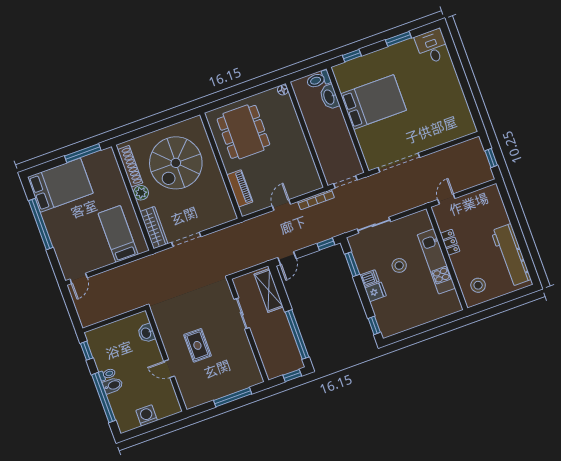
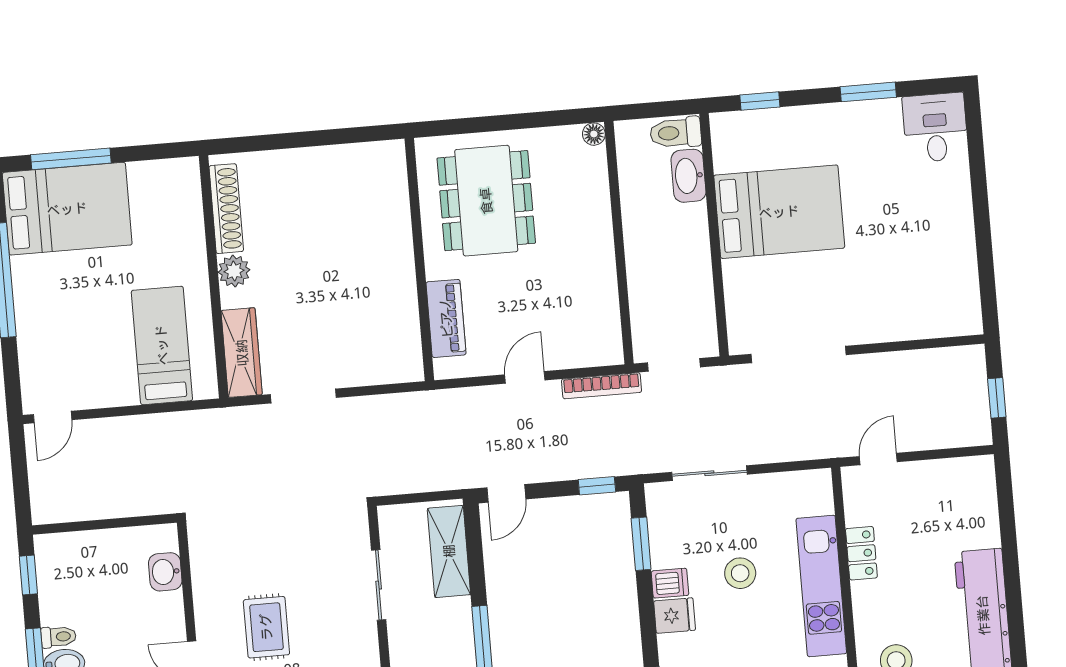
window: (83, 153) -> (71, 159), moved
spiral stairs: (176, 163) -> (325, 228), removed

